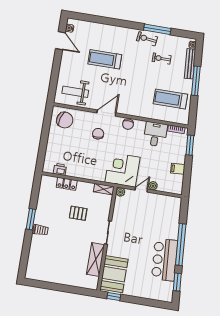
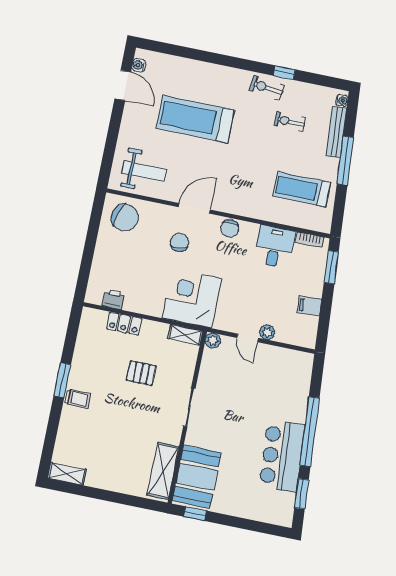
window: (157, 29) -> (284, 73), width x0.46
treadmill: (105, 59) -> (195, 119), width x1.37, depth x1.37
weight bench: (75, 92) -> (144, 171), turned 180
corner desk: (122, 170) -> (192, 298), moved
door: (141, 190) -> (247, 338), swing flipped
shelving: (96, 259) -> (163, 471), moved
shelving: (36, 275) -> (67, 474), added

